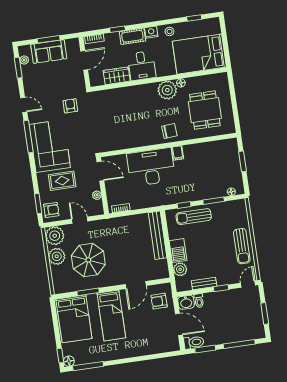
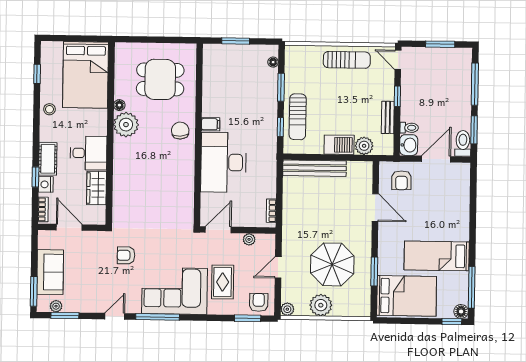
nightstand: (151, 32) -> (46, 184), moved
window: (49, 39) -> (34, 291), moved
plant: (55, 236) -> (287, 309), width x0.53, depth x0.53
bed: (111, 315) -> (437, 256), moved, turned 180

